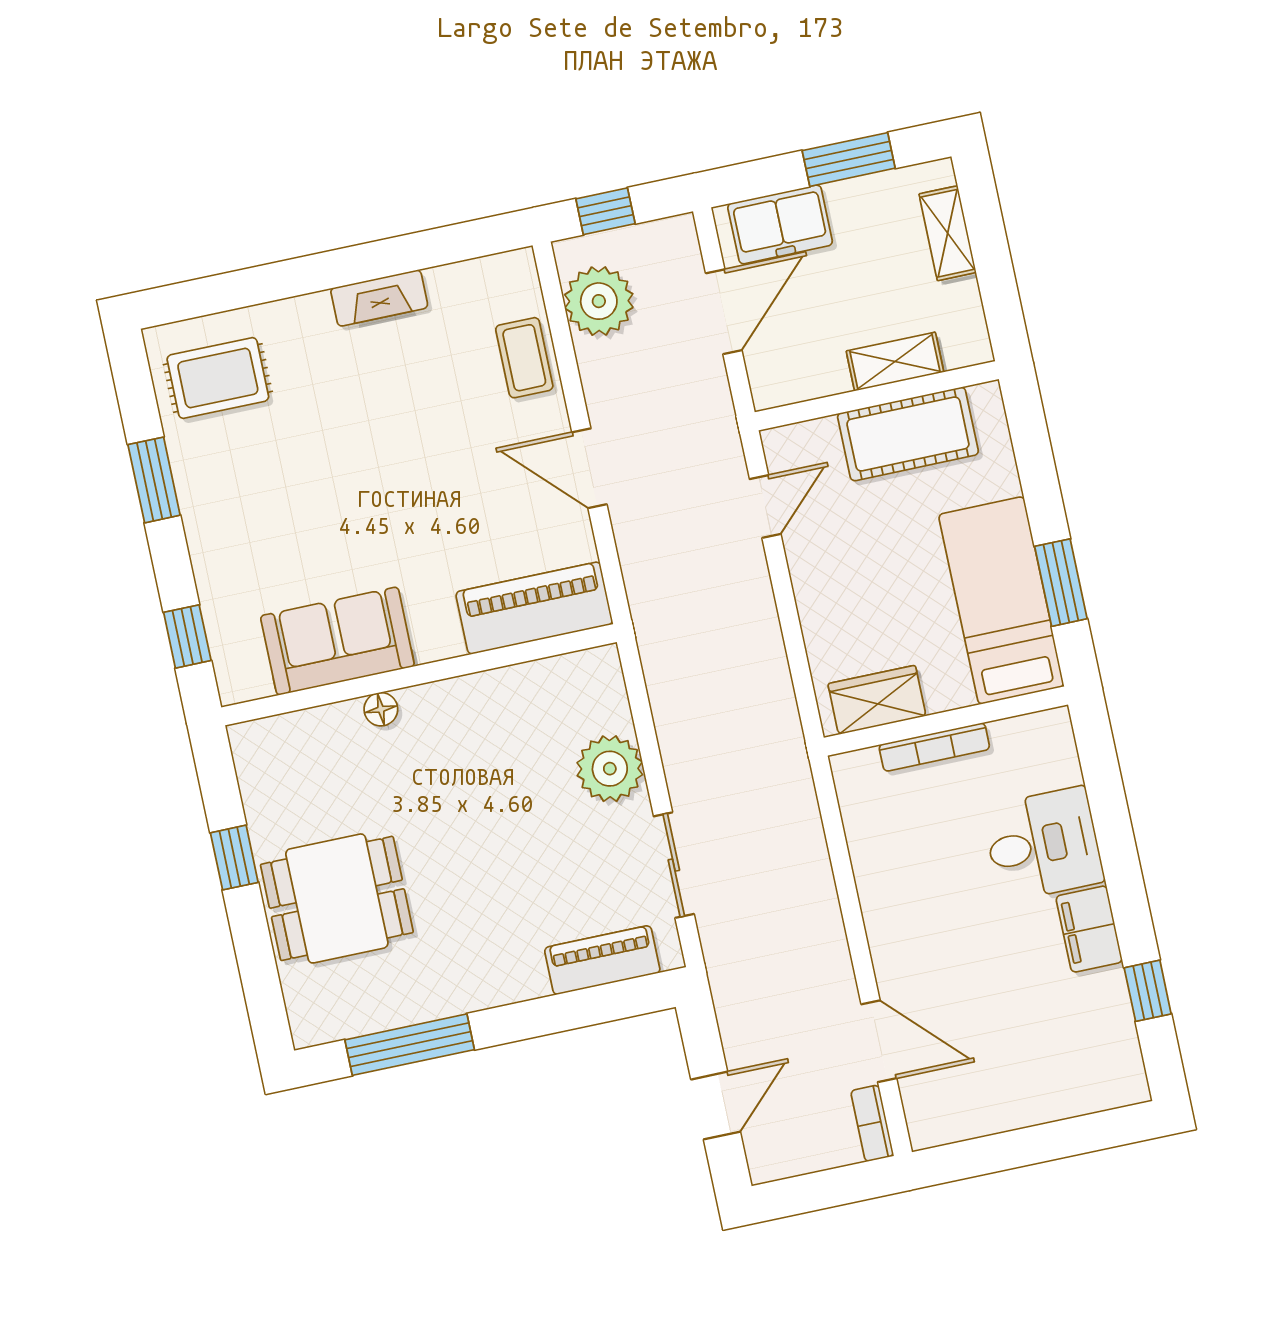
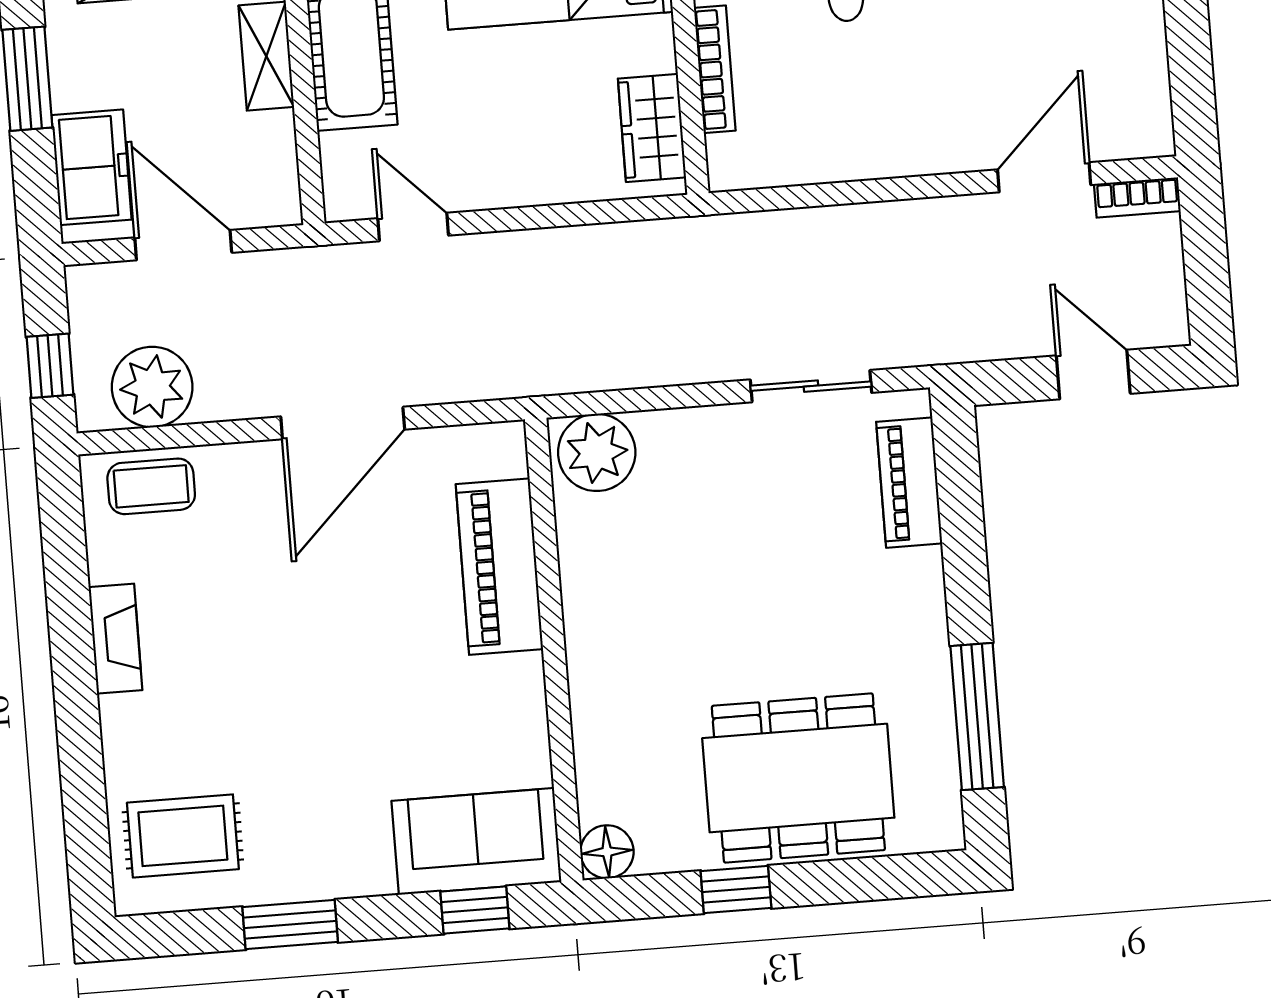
coffee table: (524, 358) -> (151, 486), moved
rug: (218, 378) -> (183, 836), turned 90
door: (589, 468) -> (343, 423), width x1.36
piano: (534, 608) -> (499, 567), moved
sofa: (337, 641) -> (477, 841), moved, turned 90
floor lamp: (381, 709) -> (607, 852), moved, width x1.37, depth x1.37
plant: (610, 769) -> (597, 452), moved
dining table: (337, 898) -> (798, 778), width x1.38

